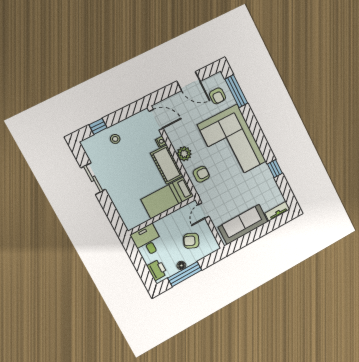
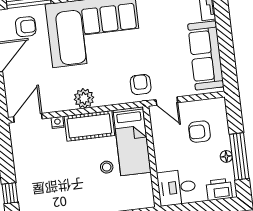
stool: (115, 139) -> (107, 167), moved
armchair: (201, 174) -> (141, 84), moved
armchair: (191, 241) -> (200, 132), turned 66

